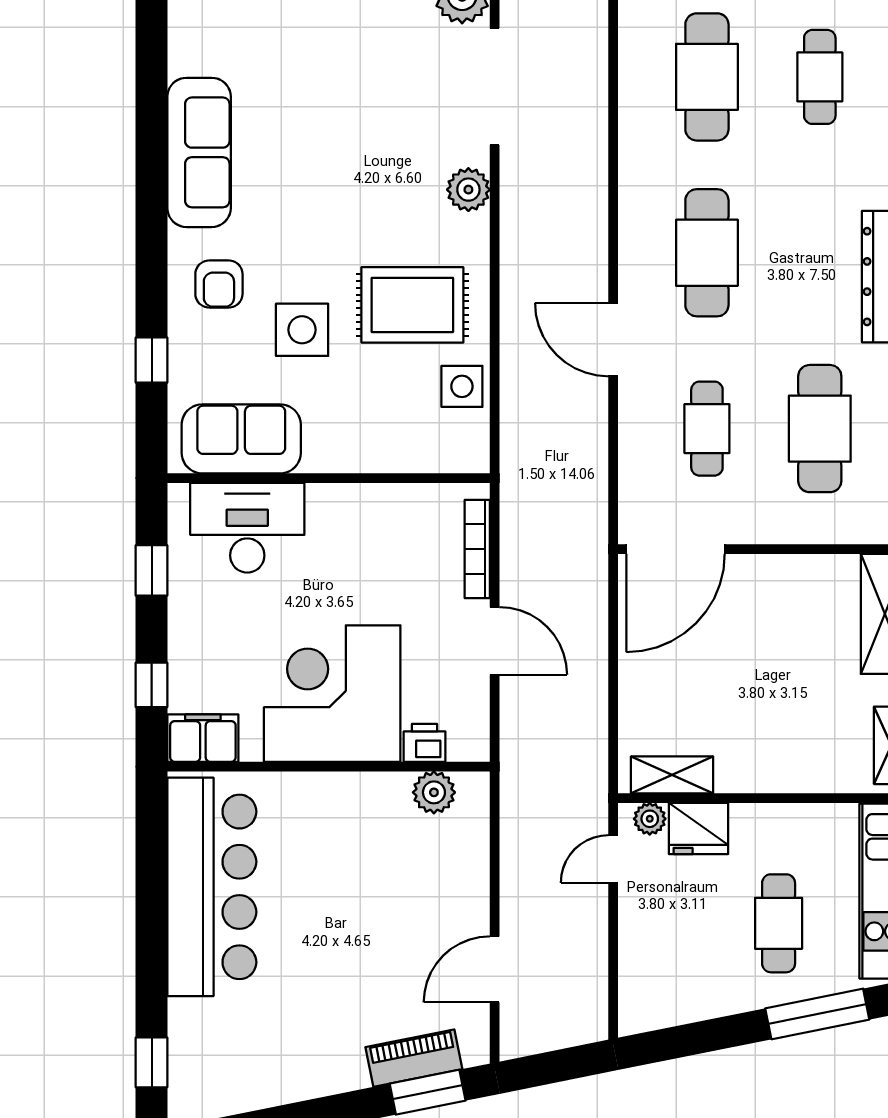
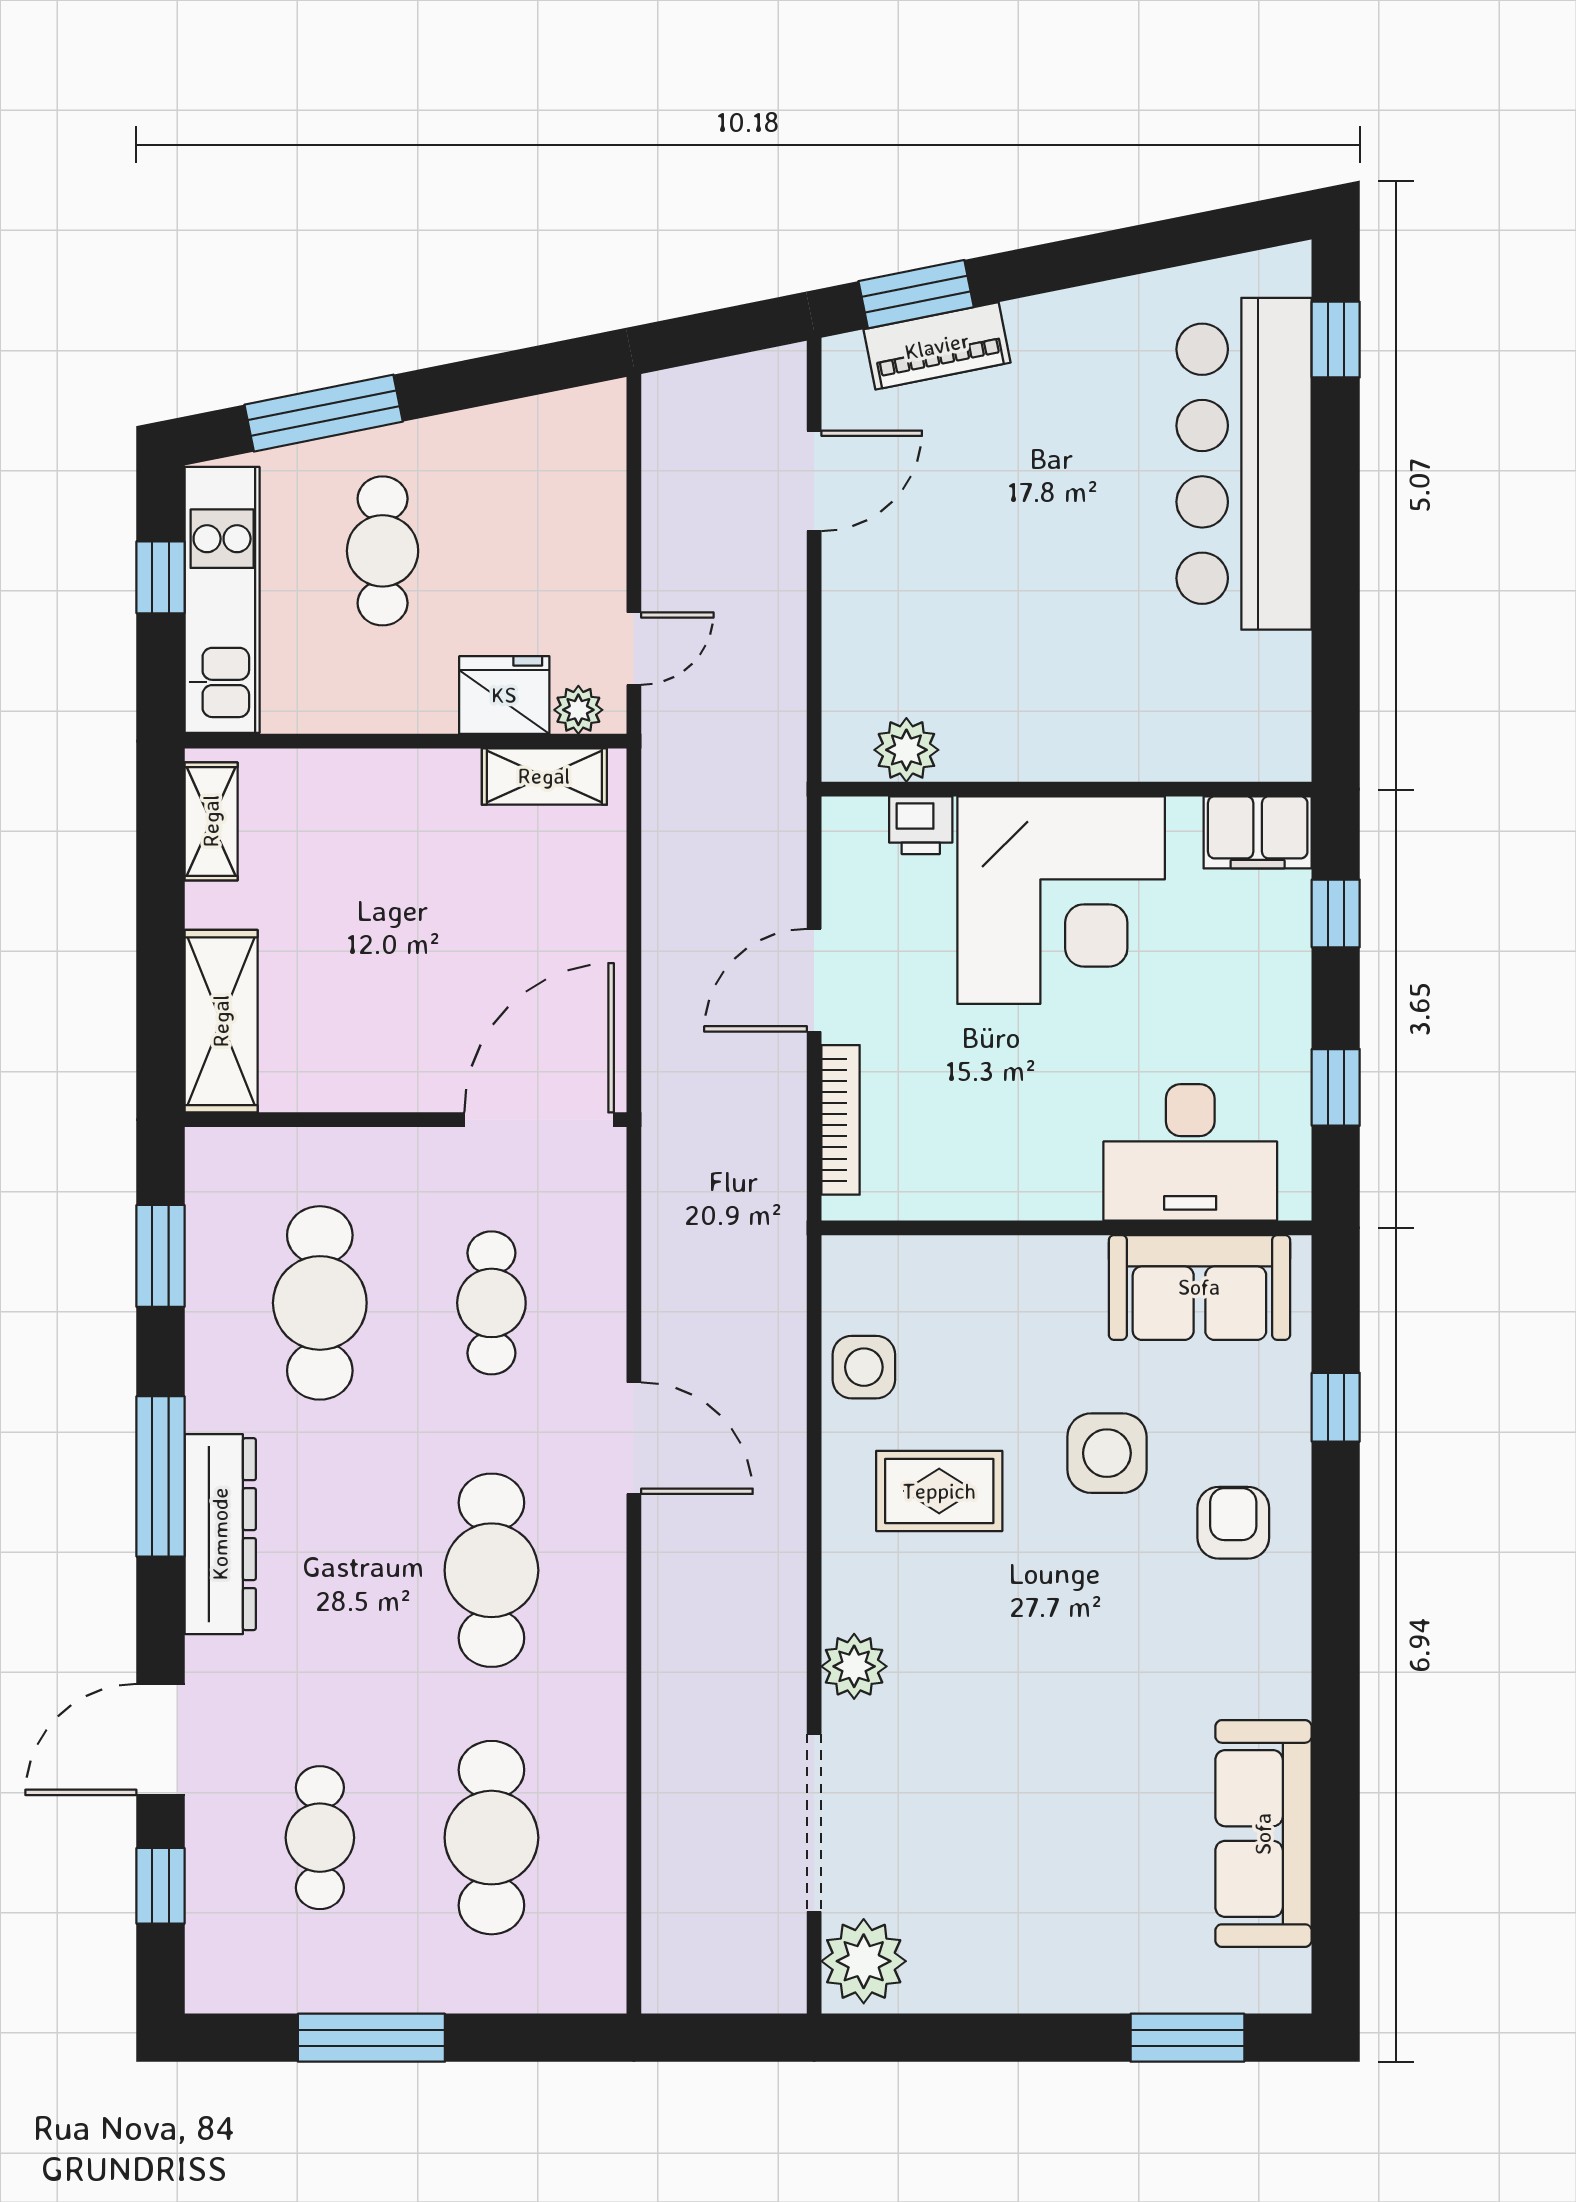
sofa: (199, 152) -> (1263, 1834), moved
rug: (412, 305) -> (939, 1491), width x0.73, depth x0.70
door: (495, 641) -> (814, 980), hinge flipped
bar counter: (212, 887) -> (1244, 464), moved

